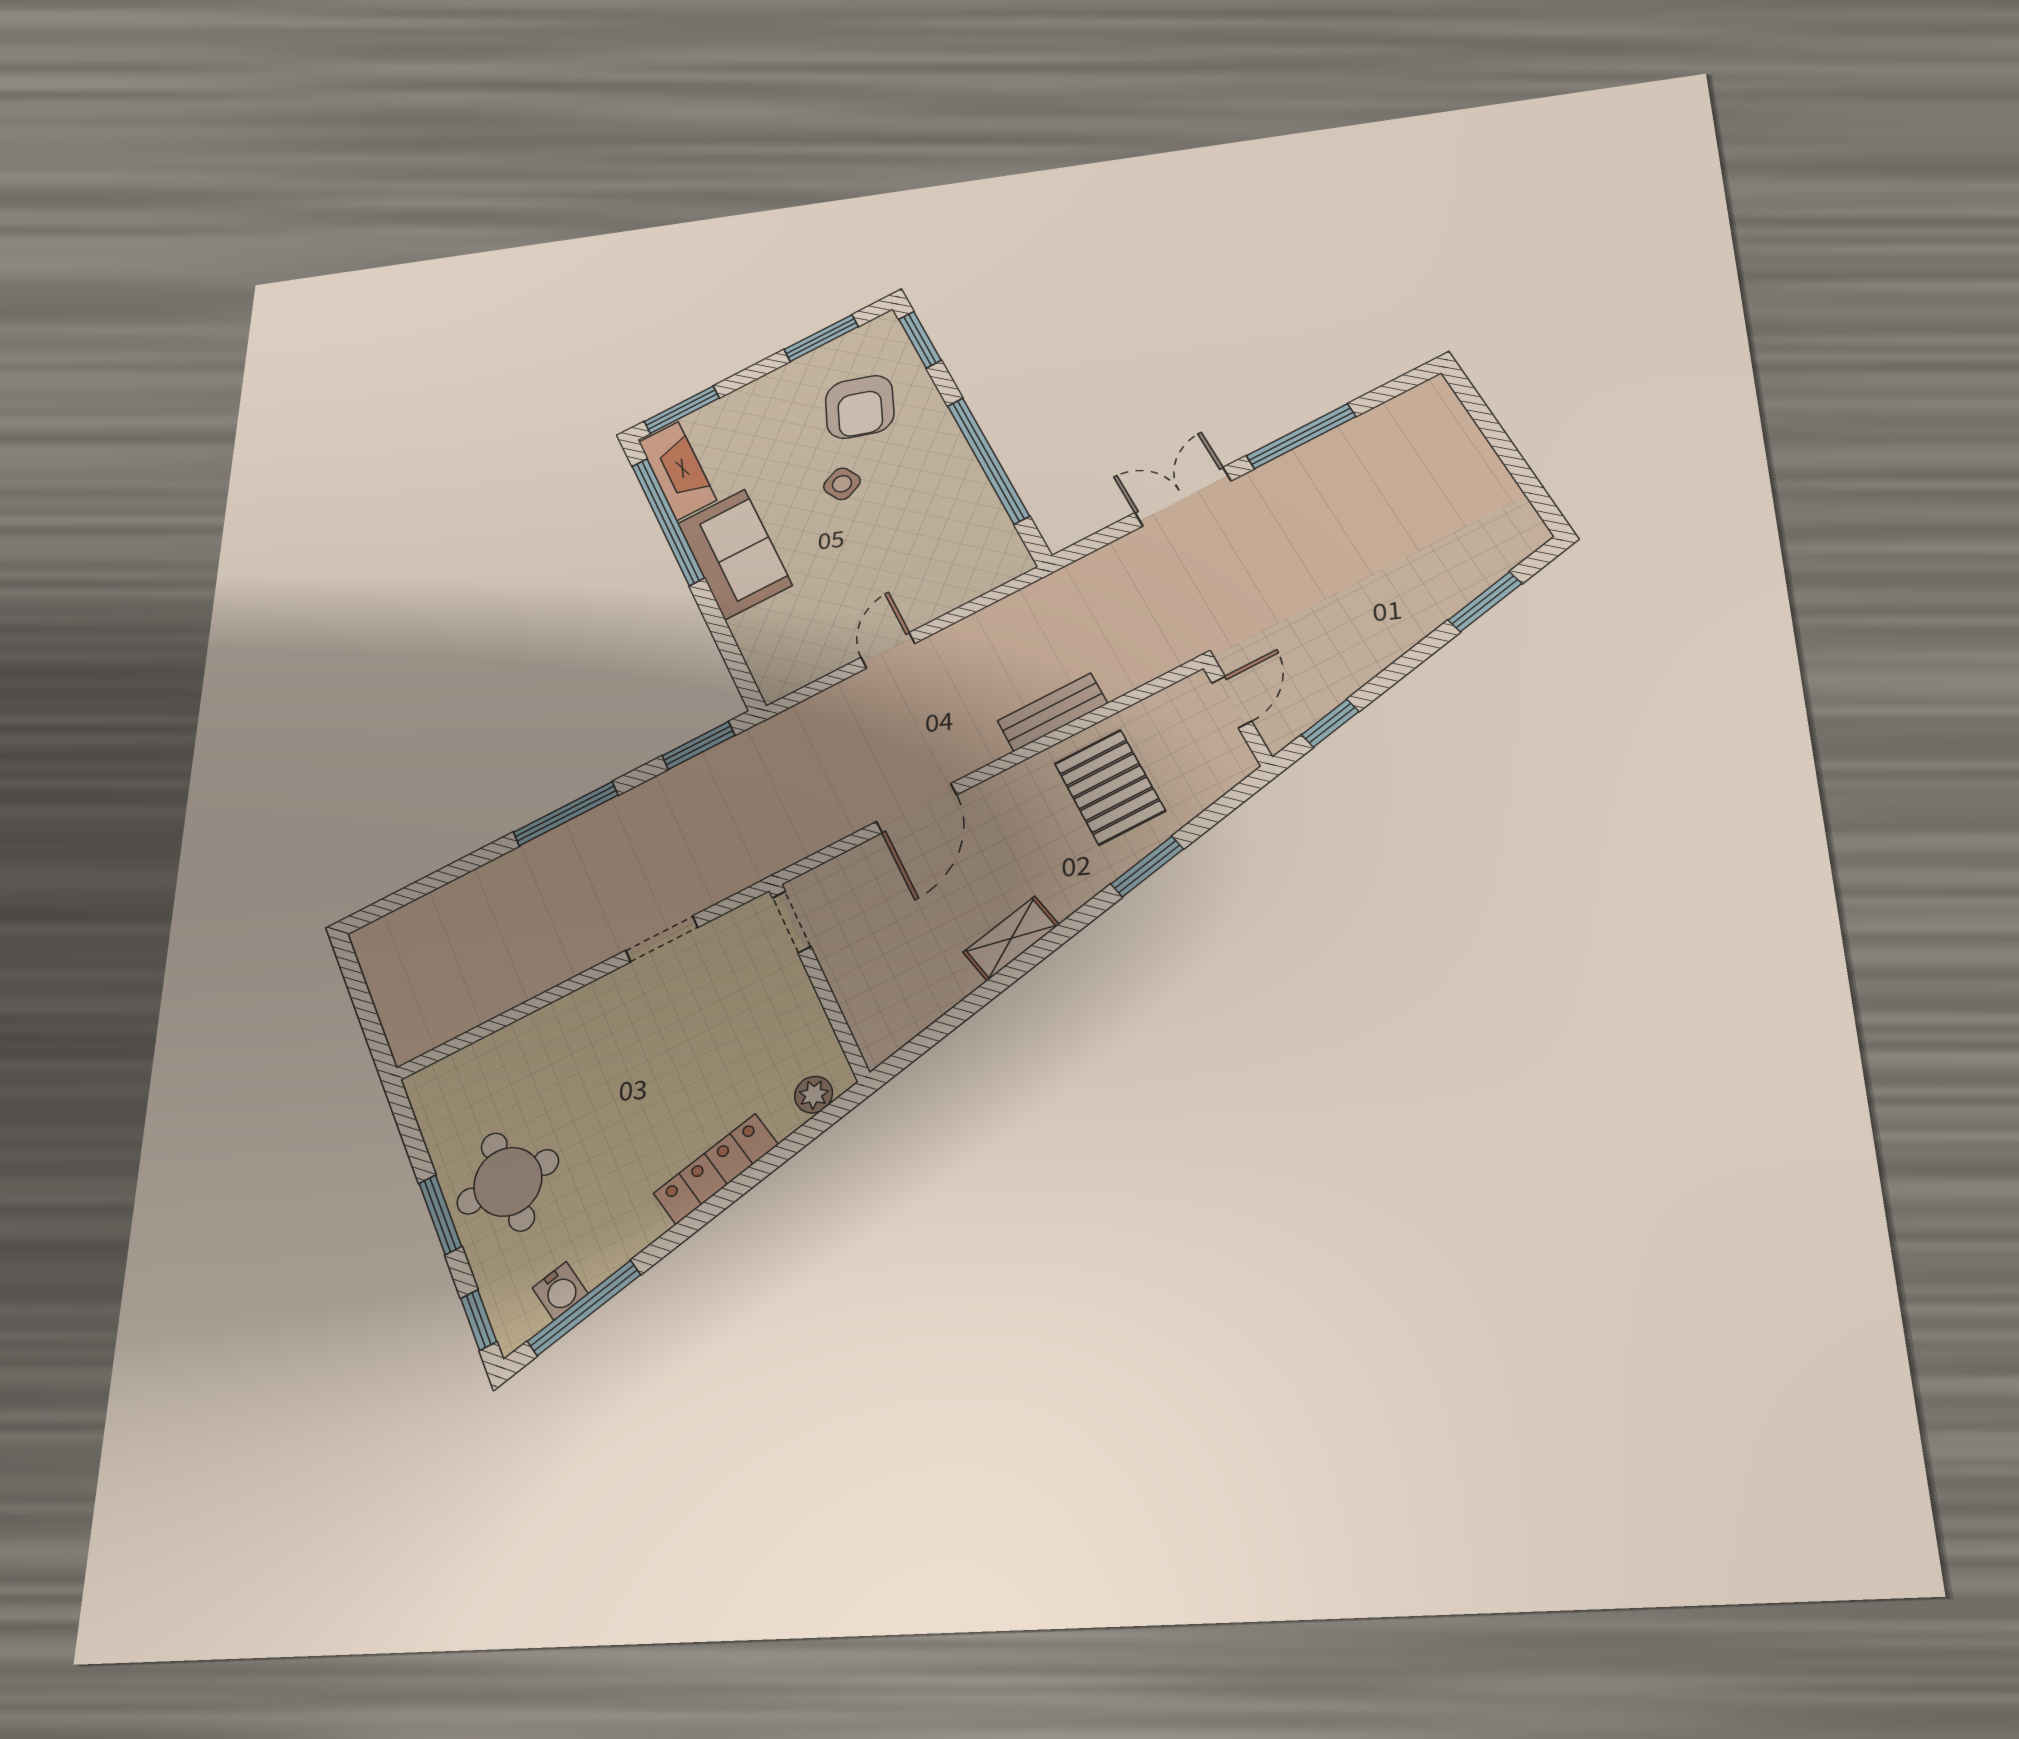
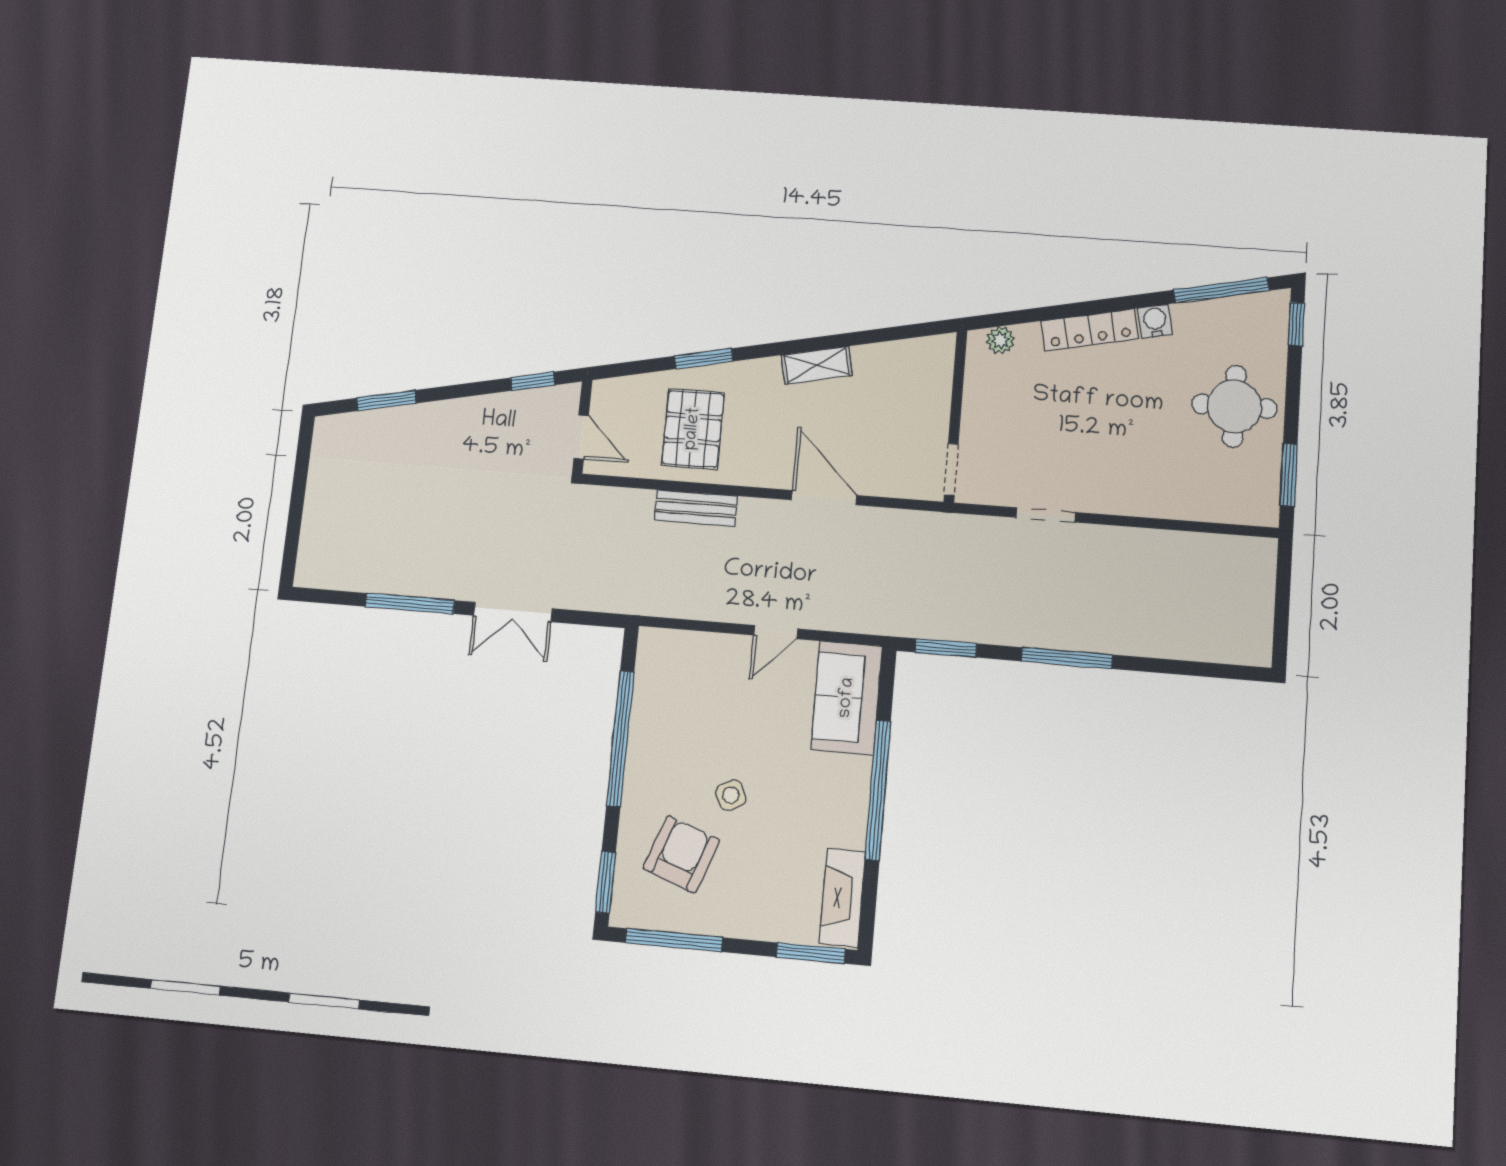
window: (821, 338) -> (674, 940), width x1.44
window: (668, 522) -> (878, 790), moved
sofa: (735, 554) -> (847, 698), moved
door: (1232, 702) -> (581, 437), swing flipped
door: (916, 808) -> (824, 498), hinge flipped
window: (440, 1215) -> (1289, 475), moved
water cooler: (560, 1291) -> (1155, 321), moved

